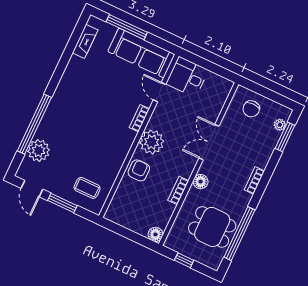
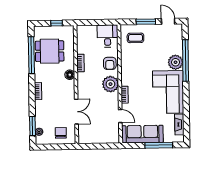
desk: (187, 77) -> (108, 36), moved, turned -90
corner sofa: (79, 93) -> (168, 92), added
double door: (209, 142) -> (76, 112), moved
plant: (39, 151) -> (176, 62), moved
floor lamp: (155, 234) -> (81, 30), removed

